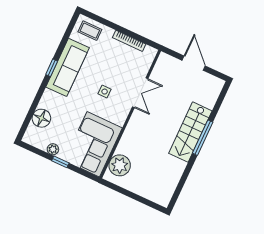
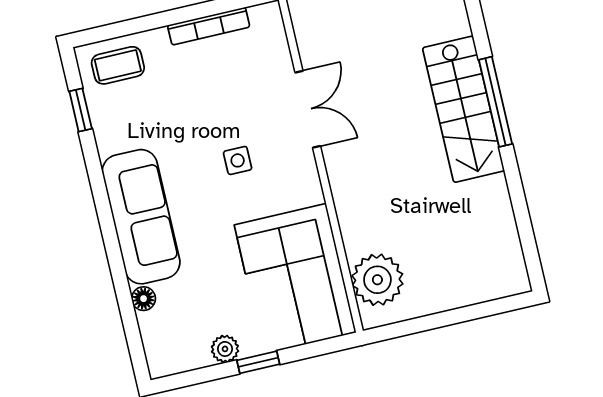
sofa: (68, 67) -> (141, 217), moved
window: (52, 68) -> (81, 110), moved
floor lamp: (41, 118) -> (144, 299), width x0.53, depth x0.53

